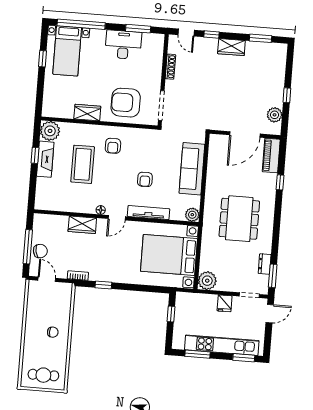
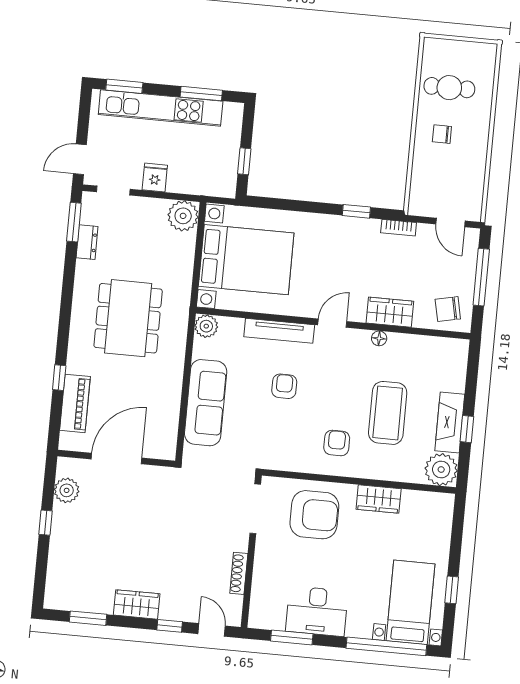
piano: (271, 156) -> (75, 403), moved
floor lamp: (101, 210) -> (379, 338), moved
chair: (40, 251) -> (448, 309), moved
cafe table: (43, 375) -> (449, 88), moved

